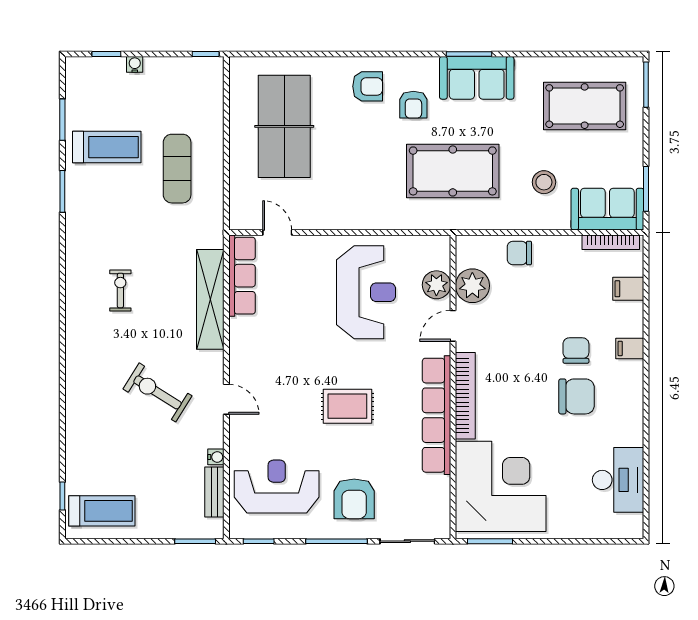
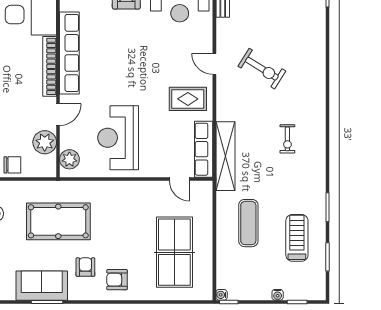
treadmill: (107, 147) -> (297, 238), turned 90
plant: (436, 285) -> (69, 159), moved
shelving: (210, 299) -> (225, 156), moved
rug: (347, 406) -> (188, 99), moved
water cooler: (216, 457) -> (222, 295), moved

